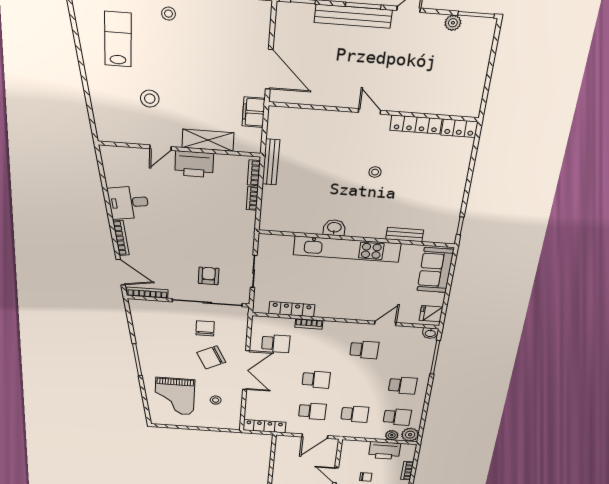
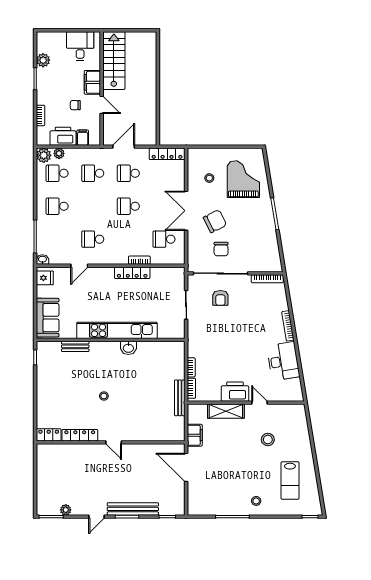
door: (161, 148) -> (260, 403), hinge flipped
desk: (128, 203) -> (283, 361), width x1.37
door: (121, 272) -> (288, 296), removed
locker: (292, 309) -> (132, 273), moved
filing cabinet: (362, 448) -> (83, 138), added

